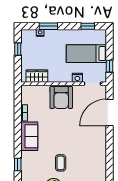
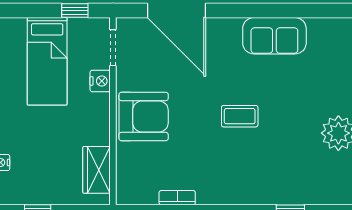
sofa: (29, 136) -> (274, 36), moved, turned 180
coffee table: (61, 163) -> (240, 116), moved

